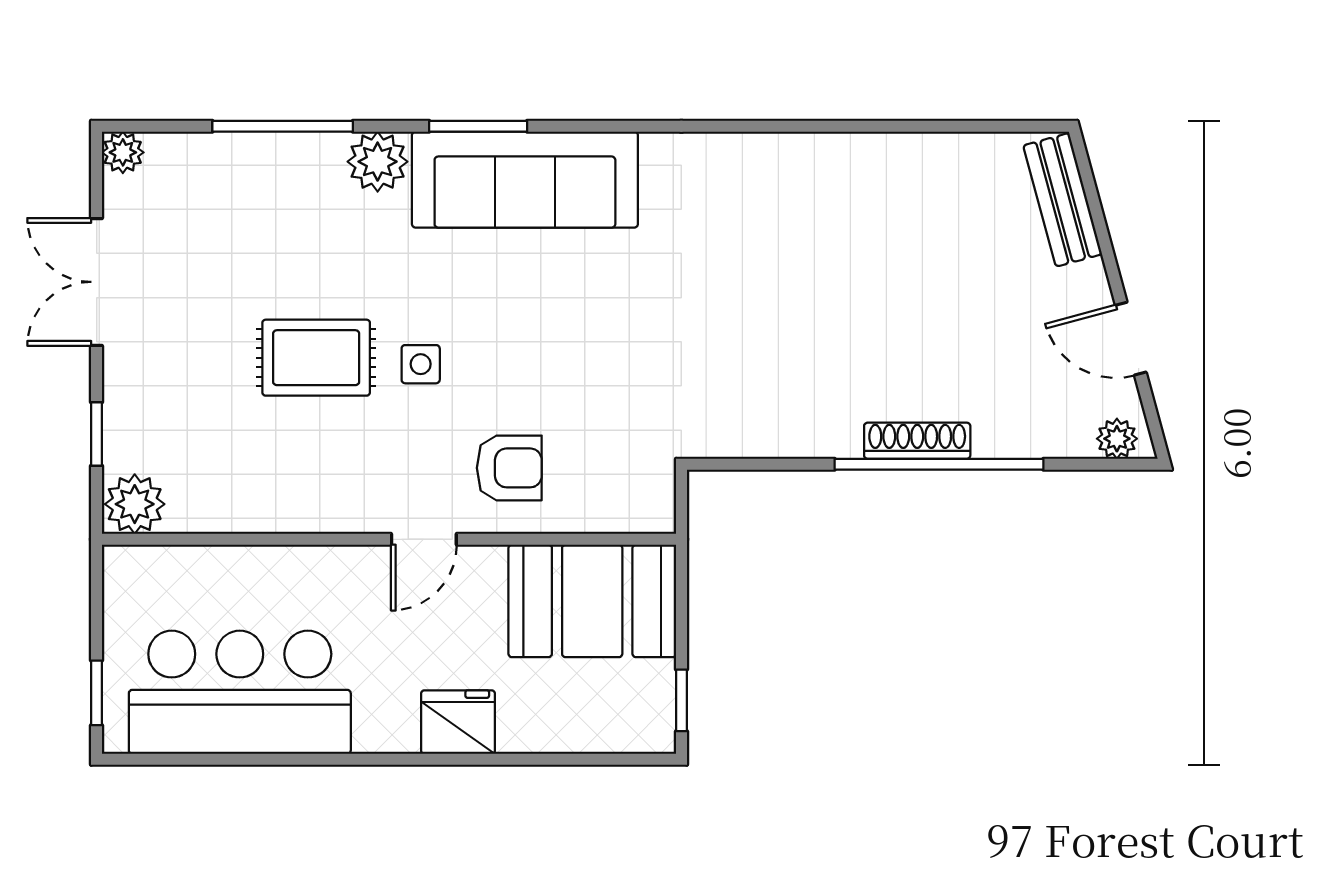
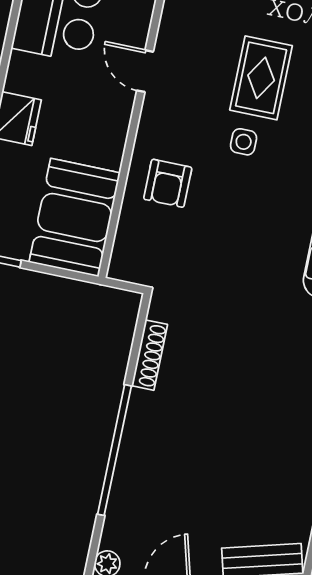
shoe rack: (917, 441) -> (149, 355), moved
door: (424, 539) -> (145, 71), moved

